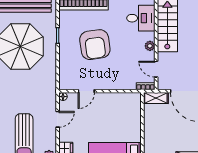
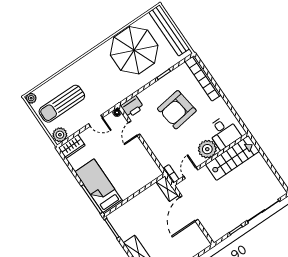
plant: (150, 46) -> (207, 149), width x1.87, depth x1.87
printer: (67, 80) -> (132, 107), added
door: (86, 91) -> (134, 128), hinge flipped

